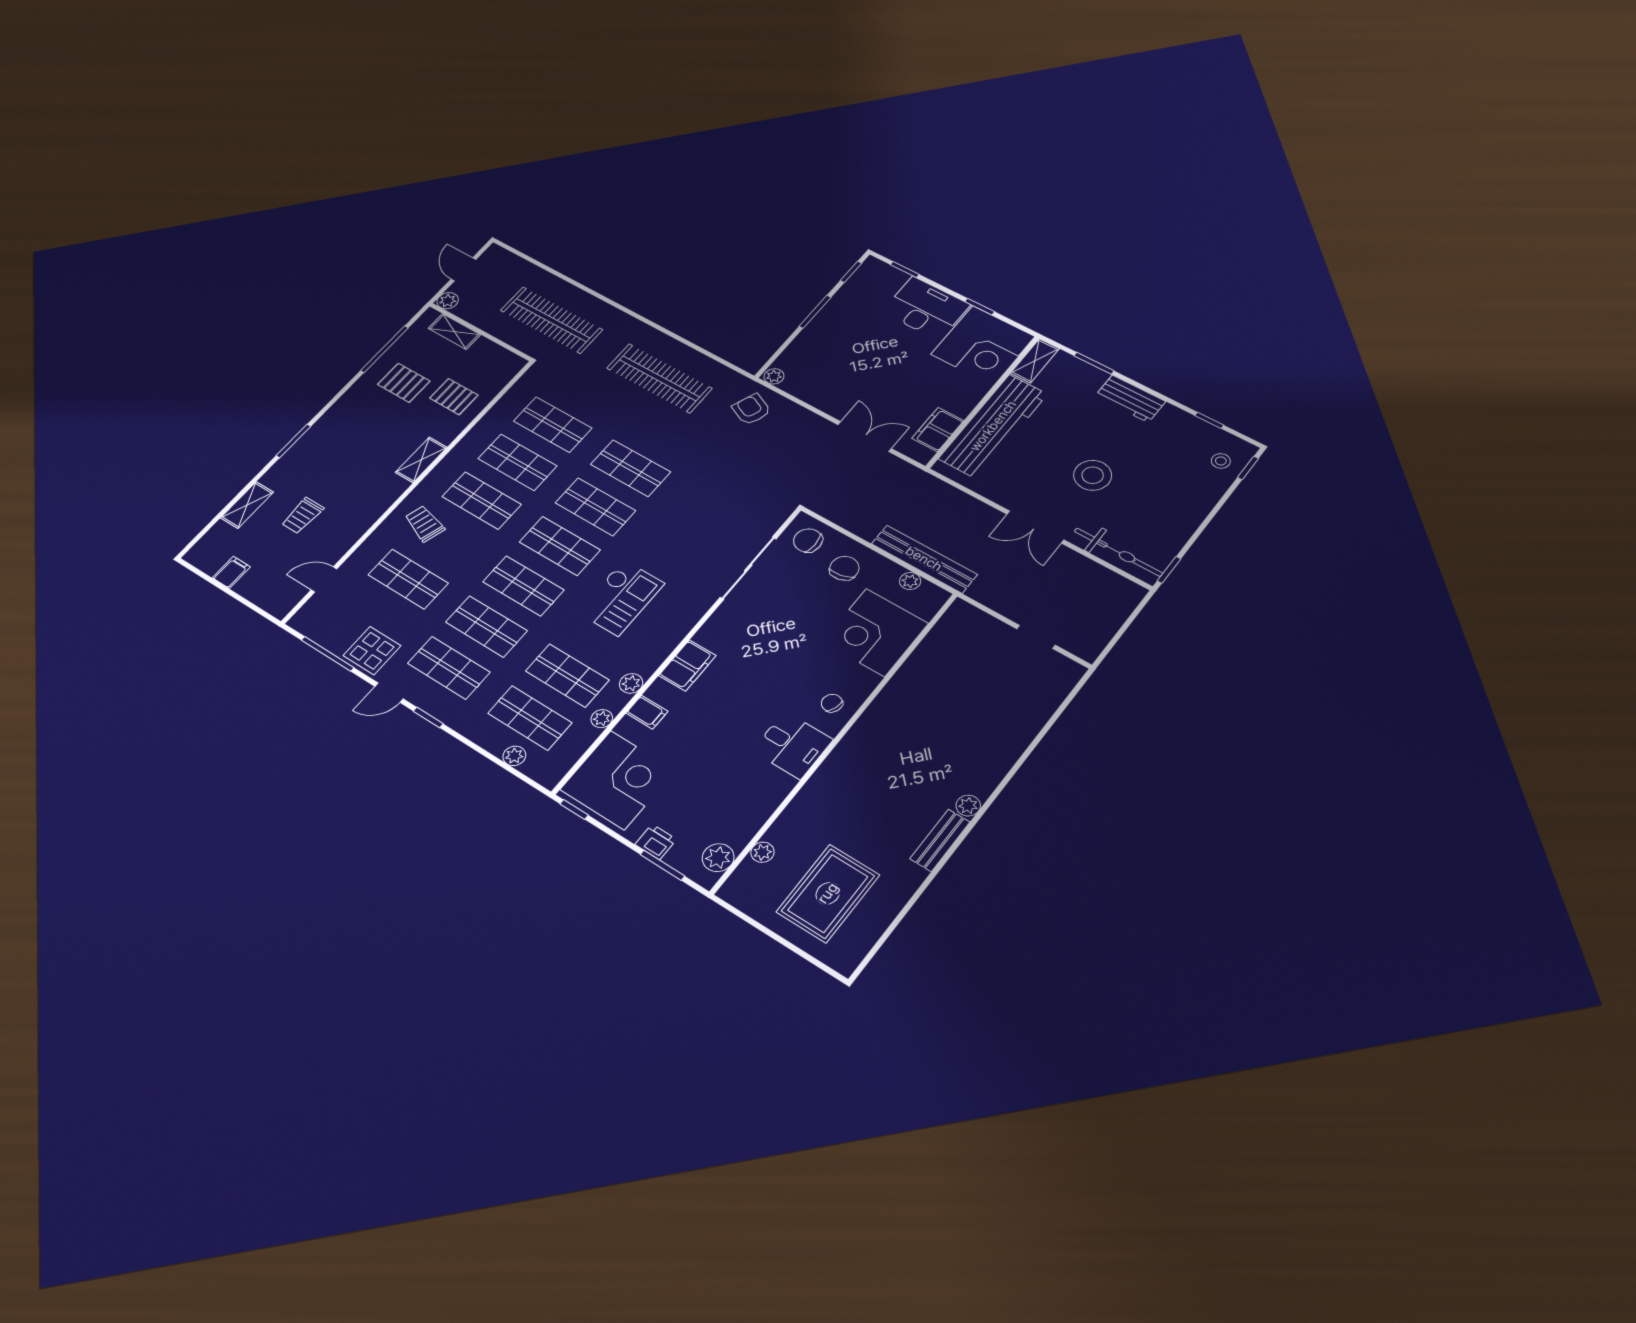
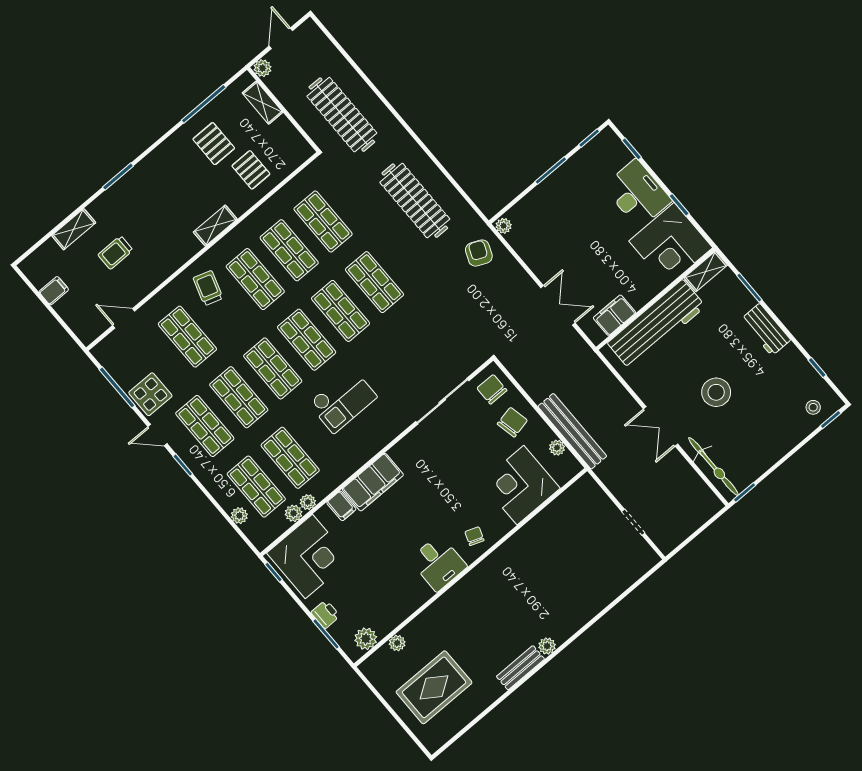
filing cabinet: (687, 665) -> (373, 482), width x1.50, depth x1.17
plant: (631, 683) -> (294, 513), moved

